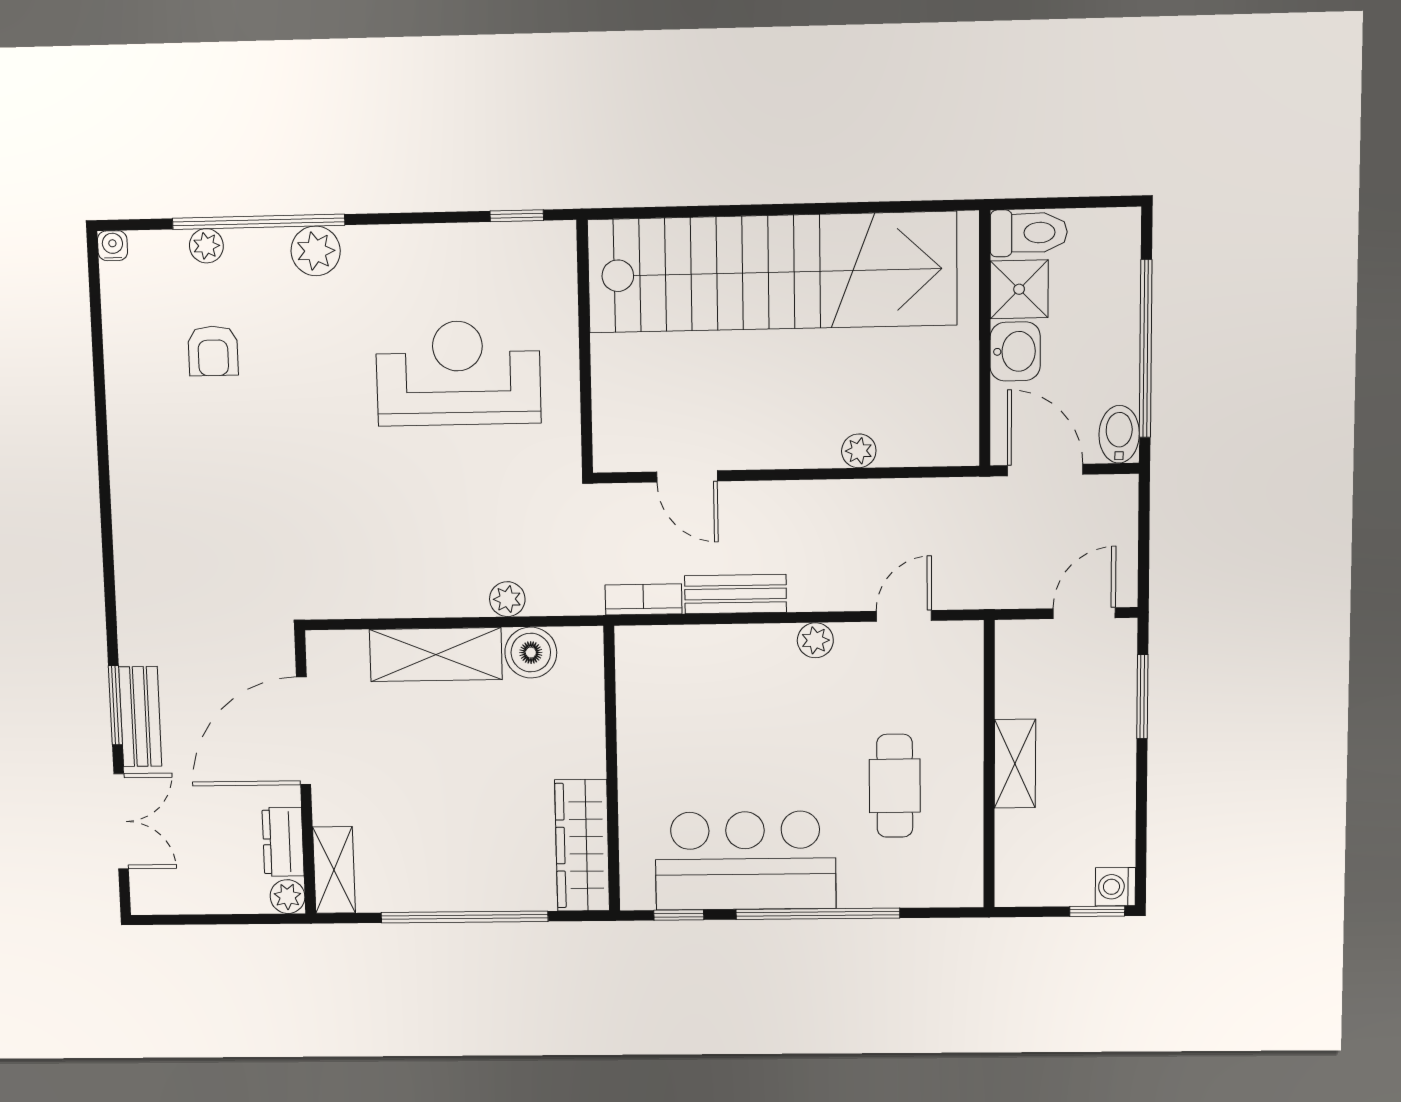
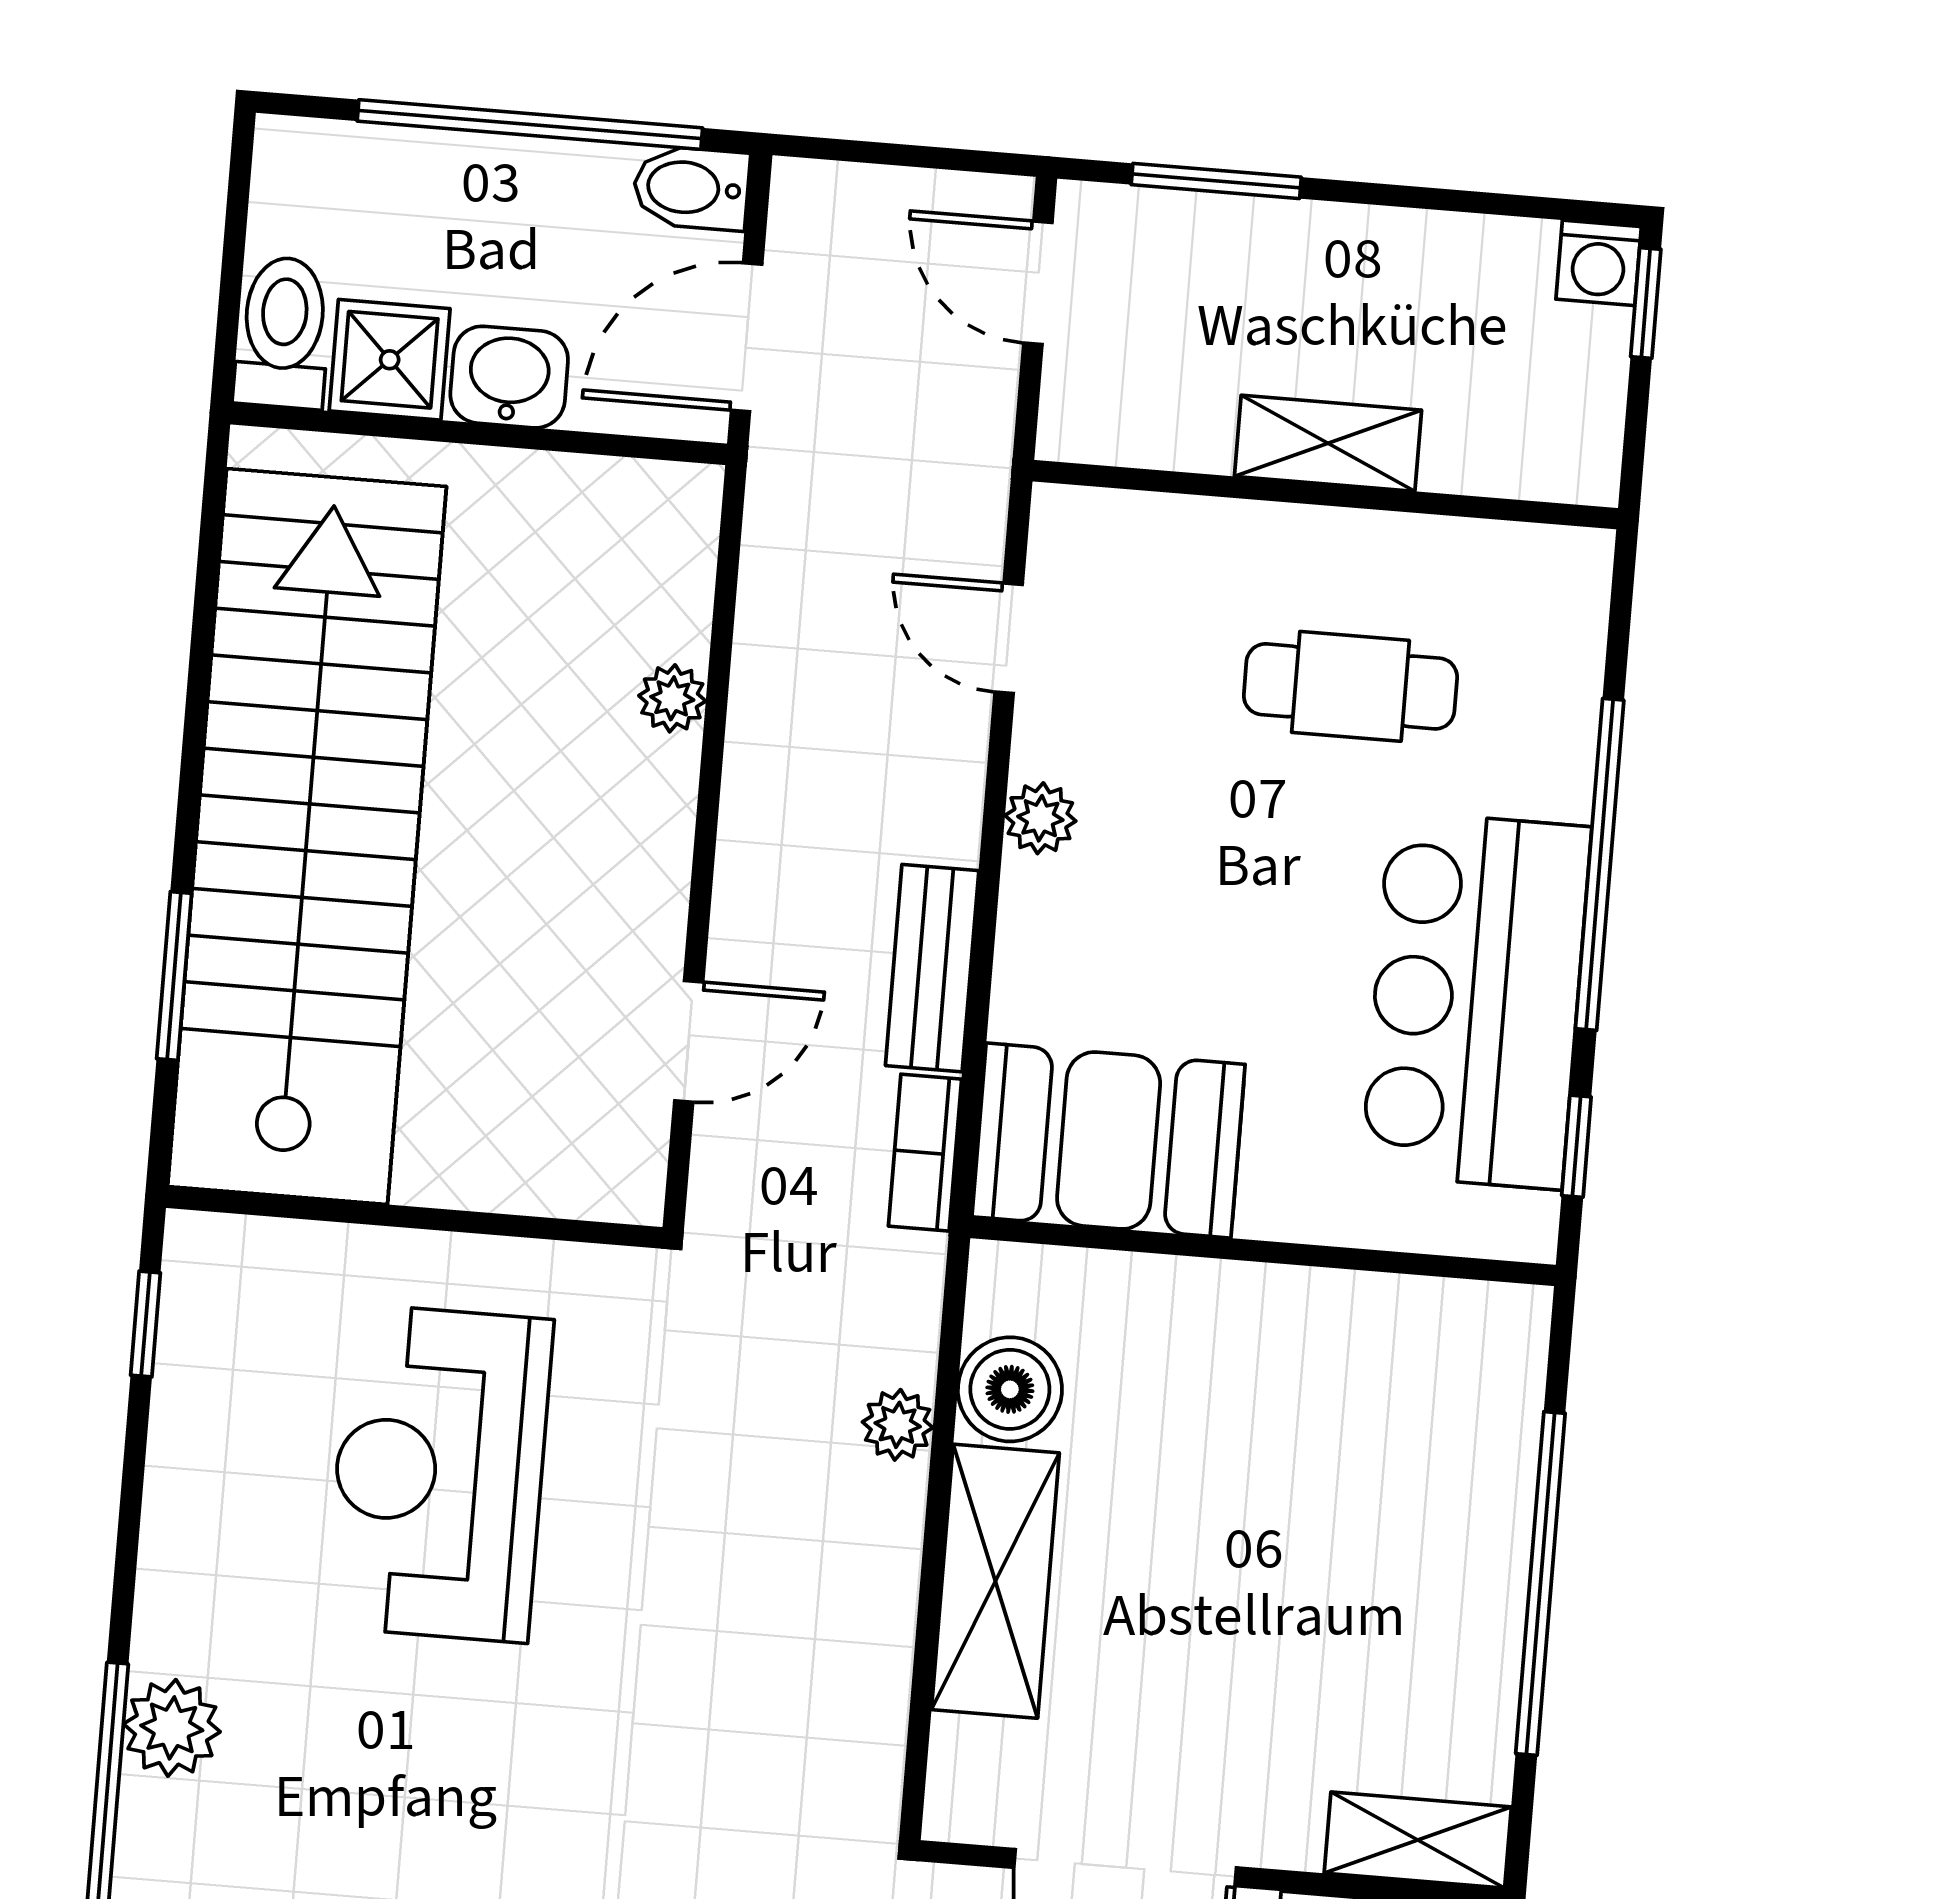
window: (694, 211) -> (174, 976), added
booth: (659, 689) -> (1109, 1141), added
wardrobe: (582, 845) -> (1414, 1328), removed

